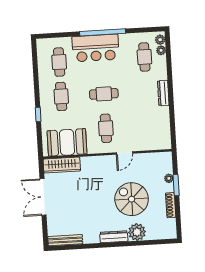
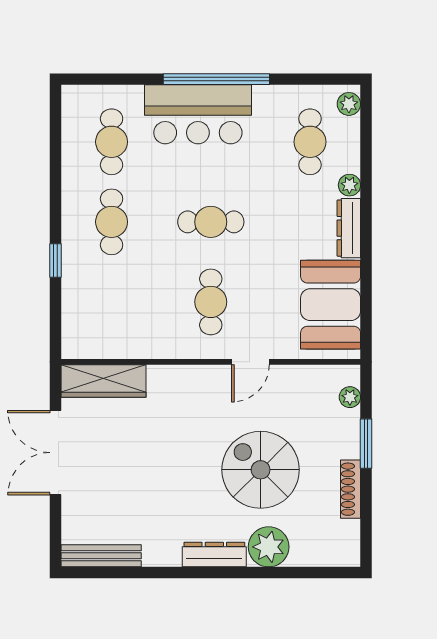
plant: (161, 50) -> (349, 185), moved
booth: (67, 142) -> (331, 305), moved, turned 90
plant: (169, 178) -> (350, 397), moved

